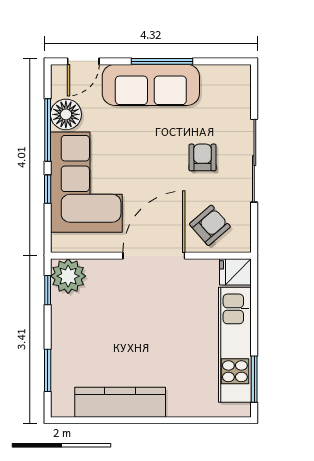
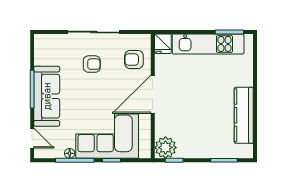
floor lamp: (66, 114) -> (70, 153), width x0.53, depth x0.53
armchair: (203, 157) -> (92, 64), turned 180
armchair: (210, 225) -> (134, 60), turned -49
door: (154, 256) -> (153, 94), hinge flipped

